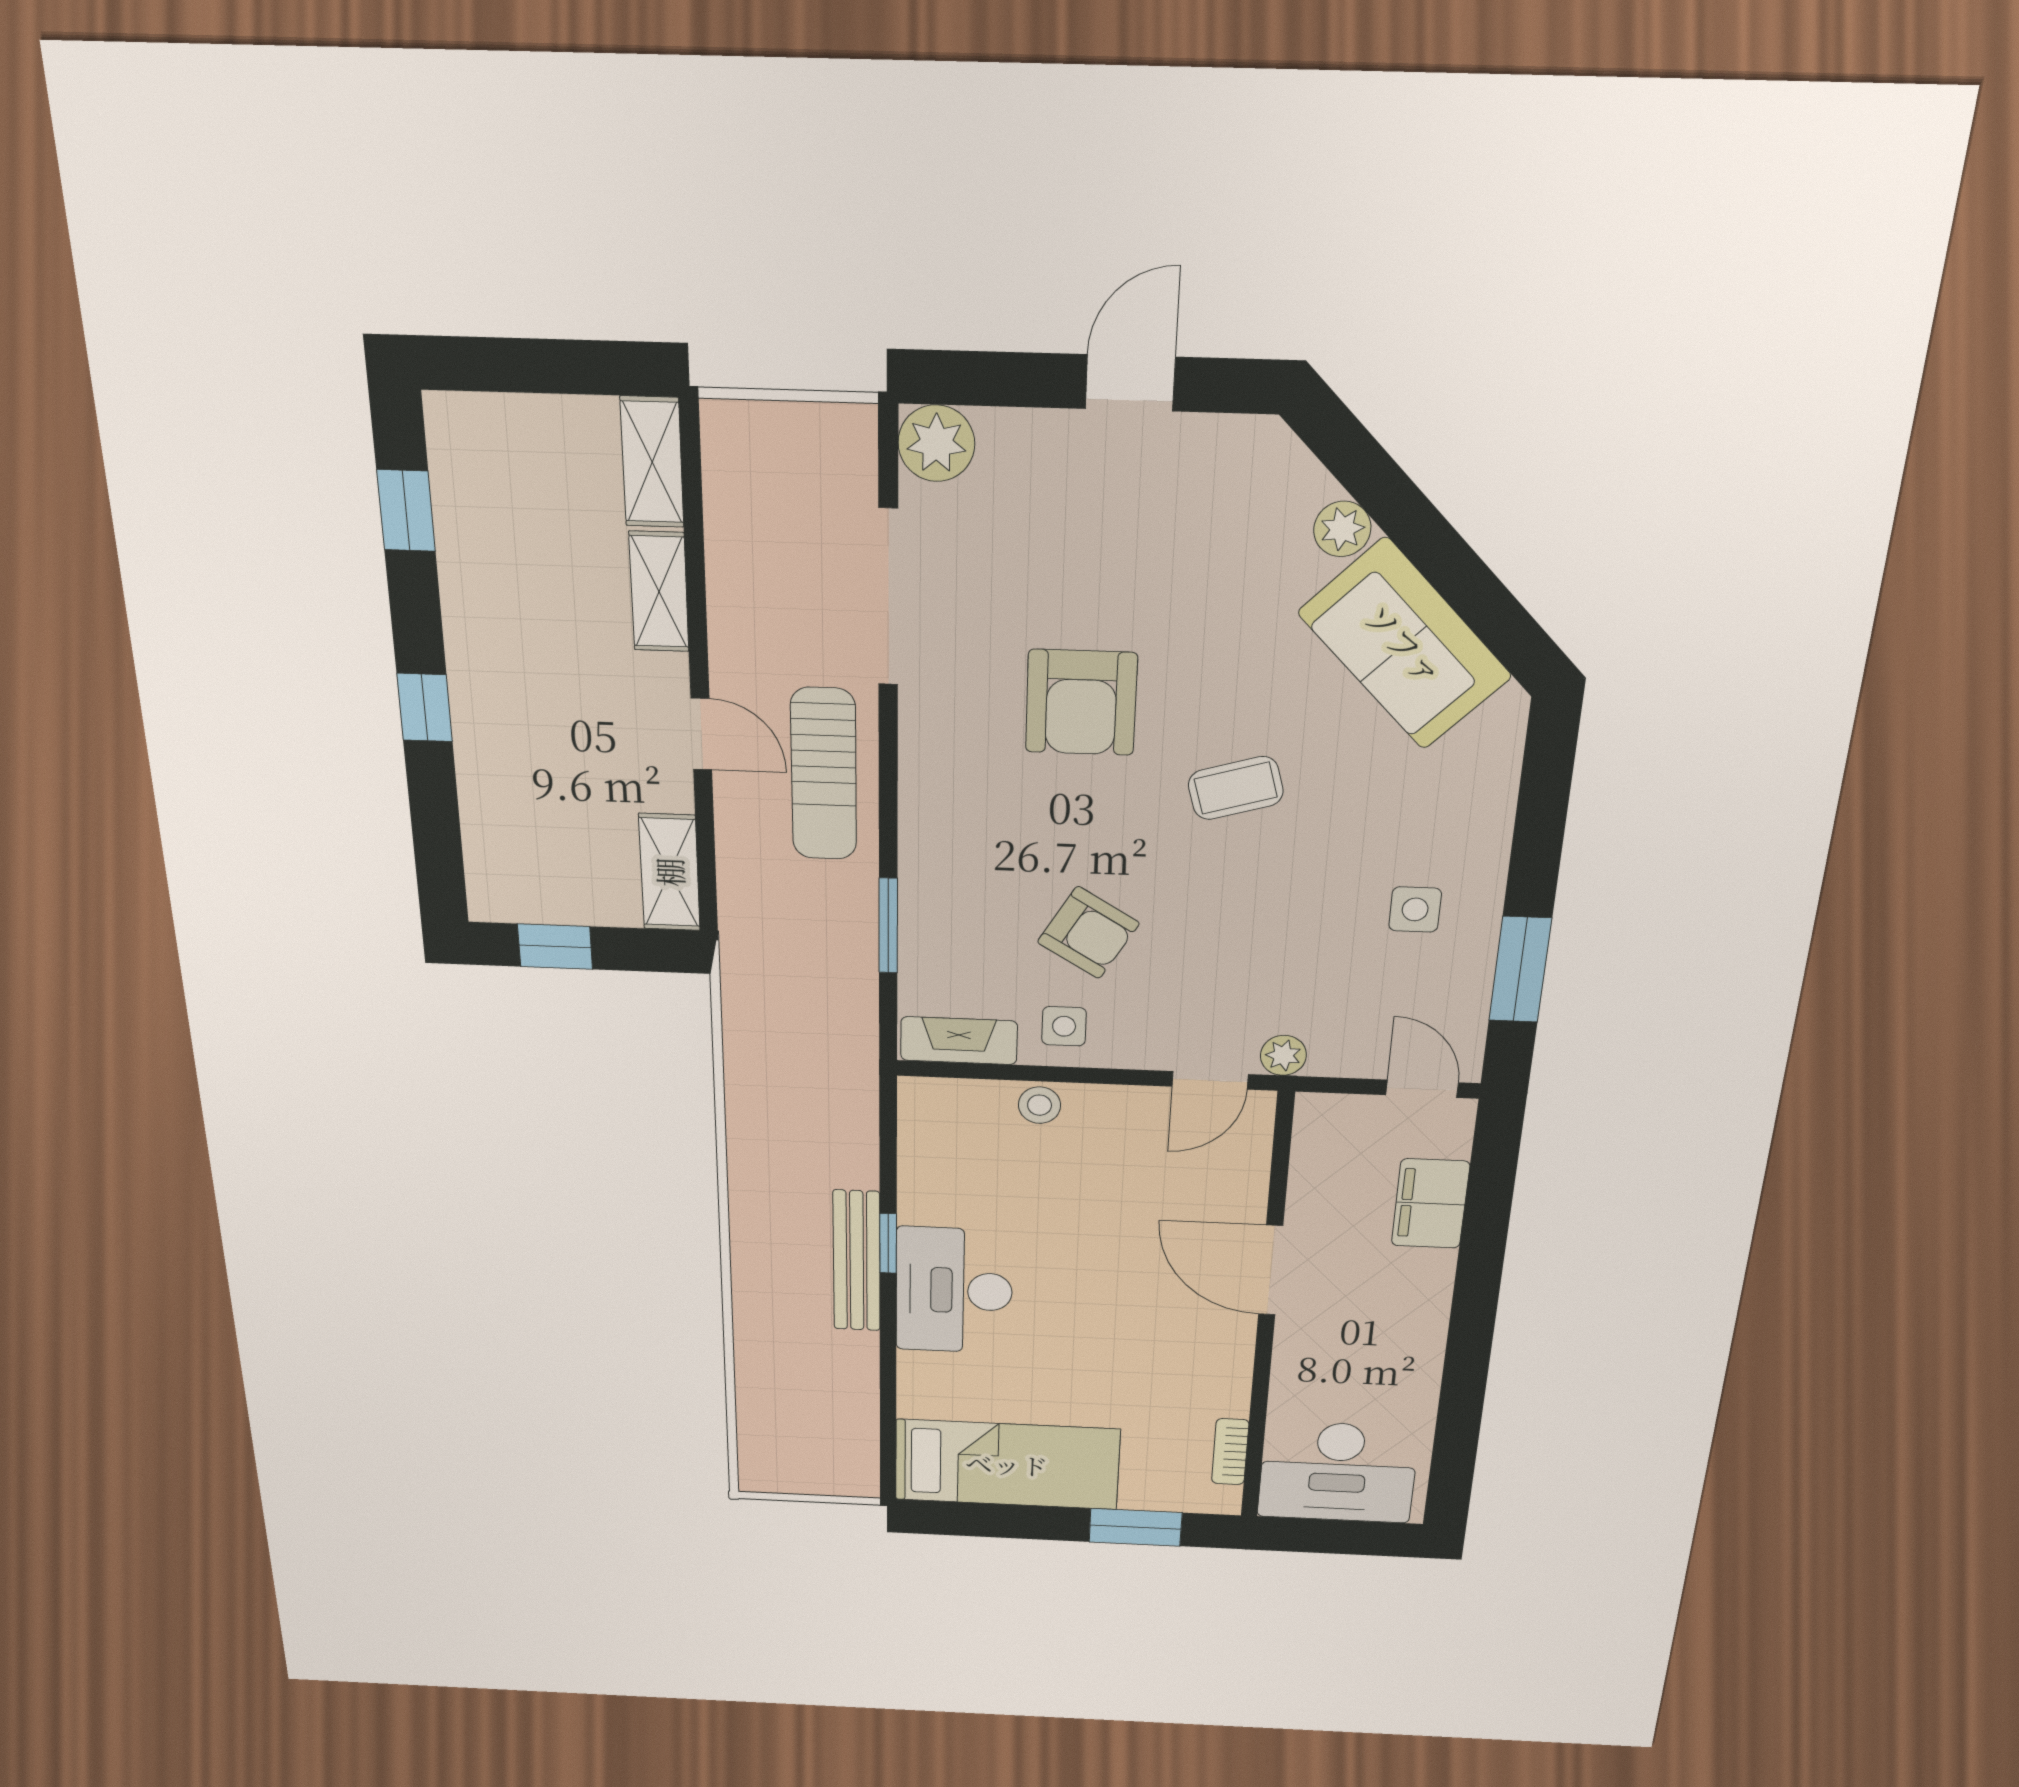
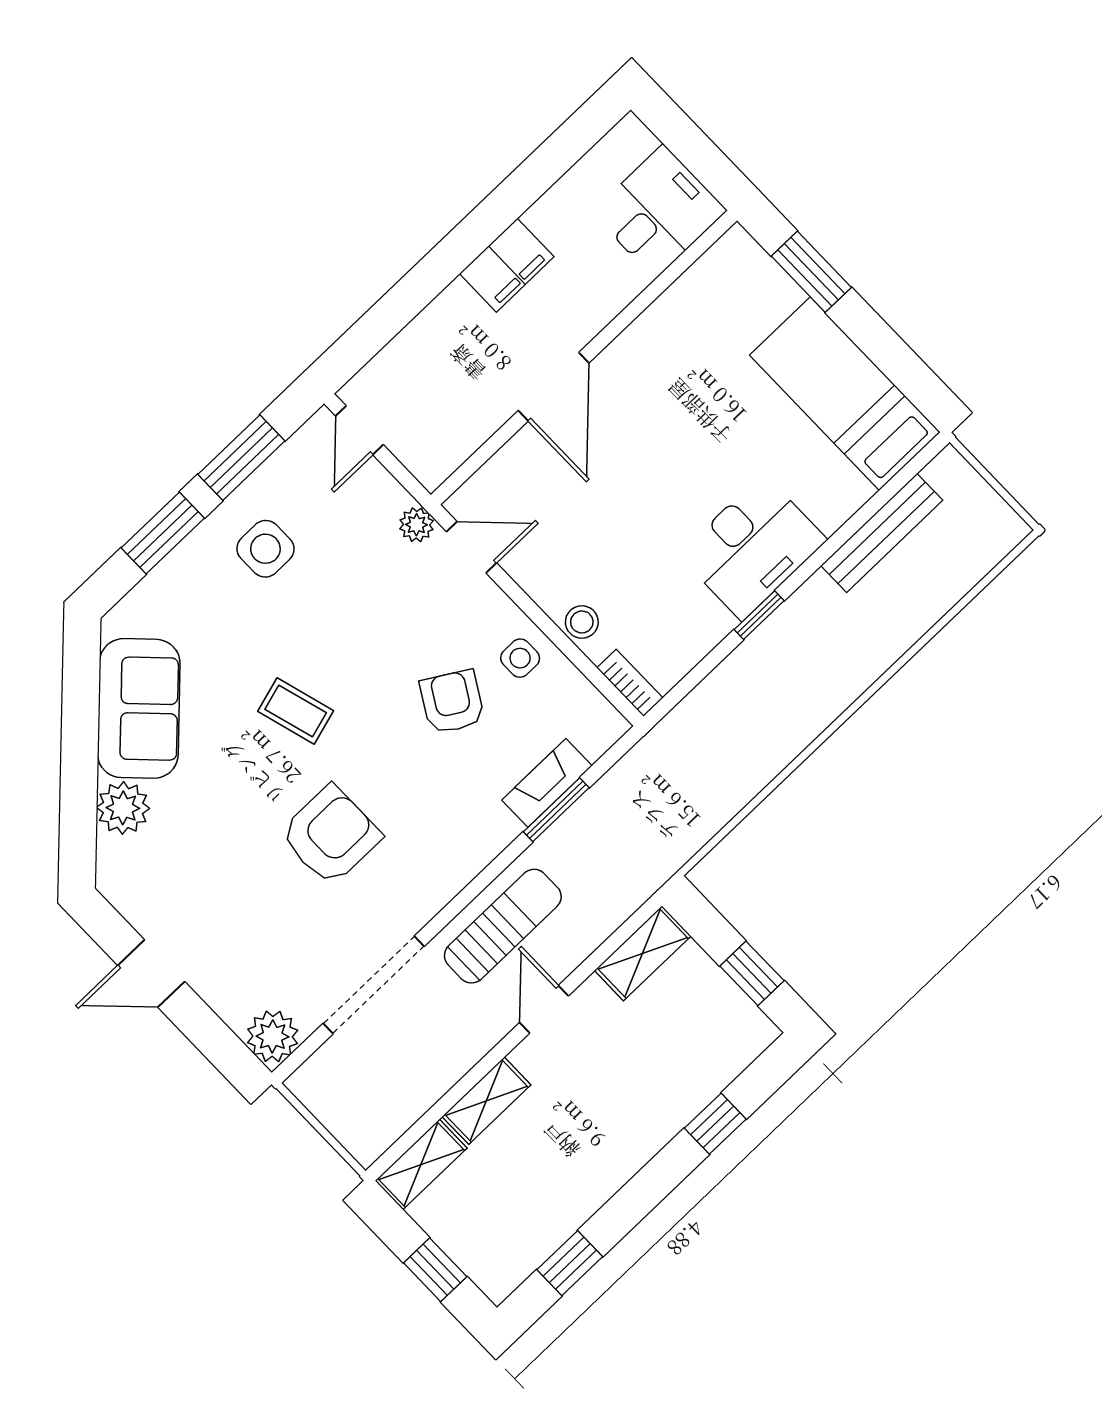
window: (522, 366) -> (435, 1270), added
plant: (1342, 529) -> (123, 808), width x1.38, depth x1.38
window: (425, 708) -> (715, 1124), moved
window: (1539, 834) -> (163, 533), added
side table: (1415, 909) -> (265, 549), width x1.37, depth x1.37
fireplace: (959, 1041) -> (547, 783), moved, turned 90
filing cabinet: (1431, 1204) -> (507, 265), moved
bench: (857, 1261) -> (882, 533), moved
bookcase: (1230, 1452) -> (630, 683), moved, turned -90
desk: (1338, 1472) -> (659, 212), width x0.73

